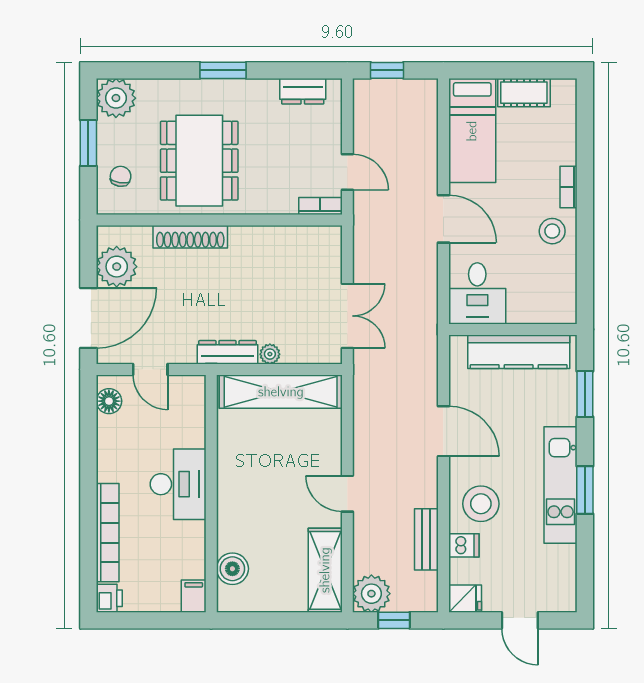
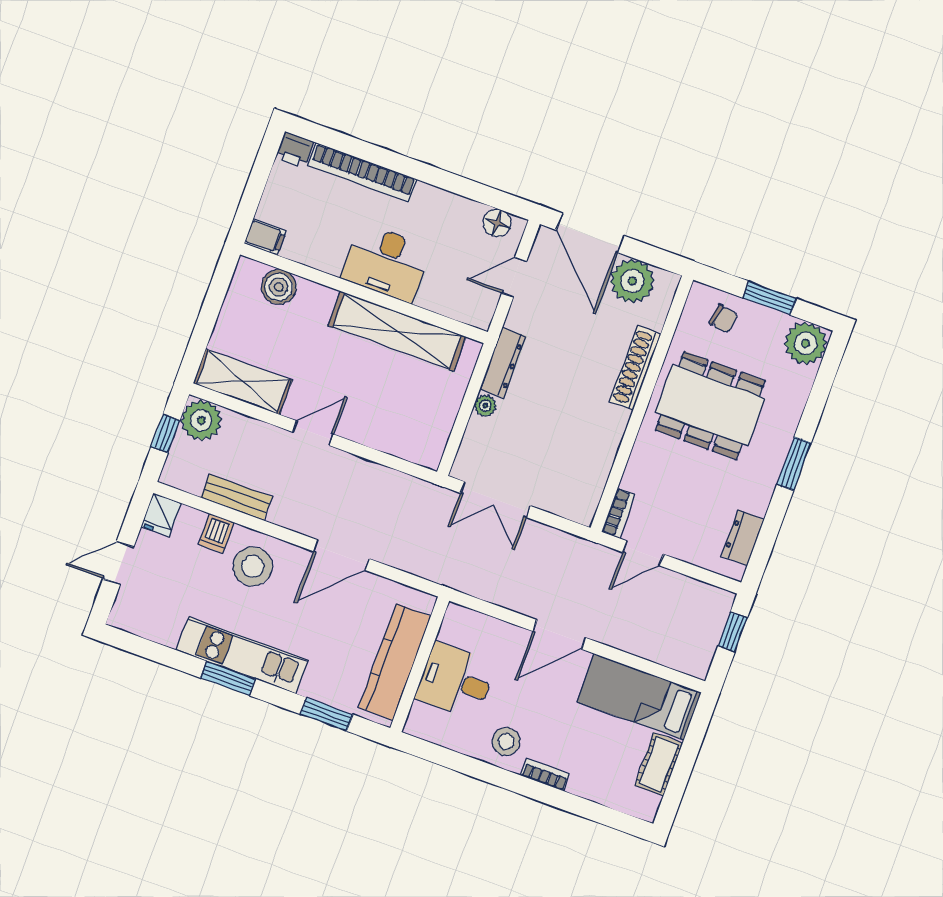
desk: (477, 293) -> (456, 681), moved
shelving: (281, 392) -> (397, 331), moved, turned 90

